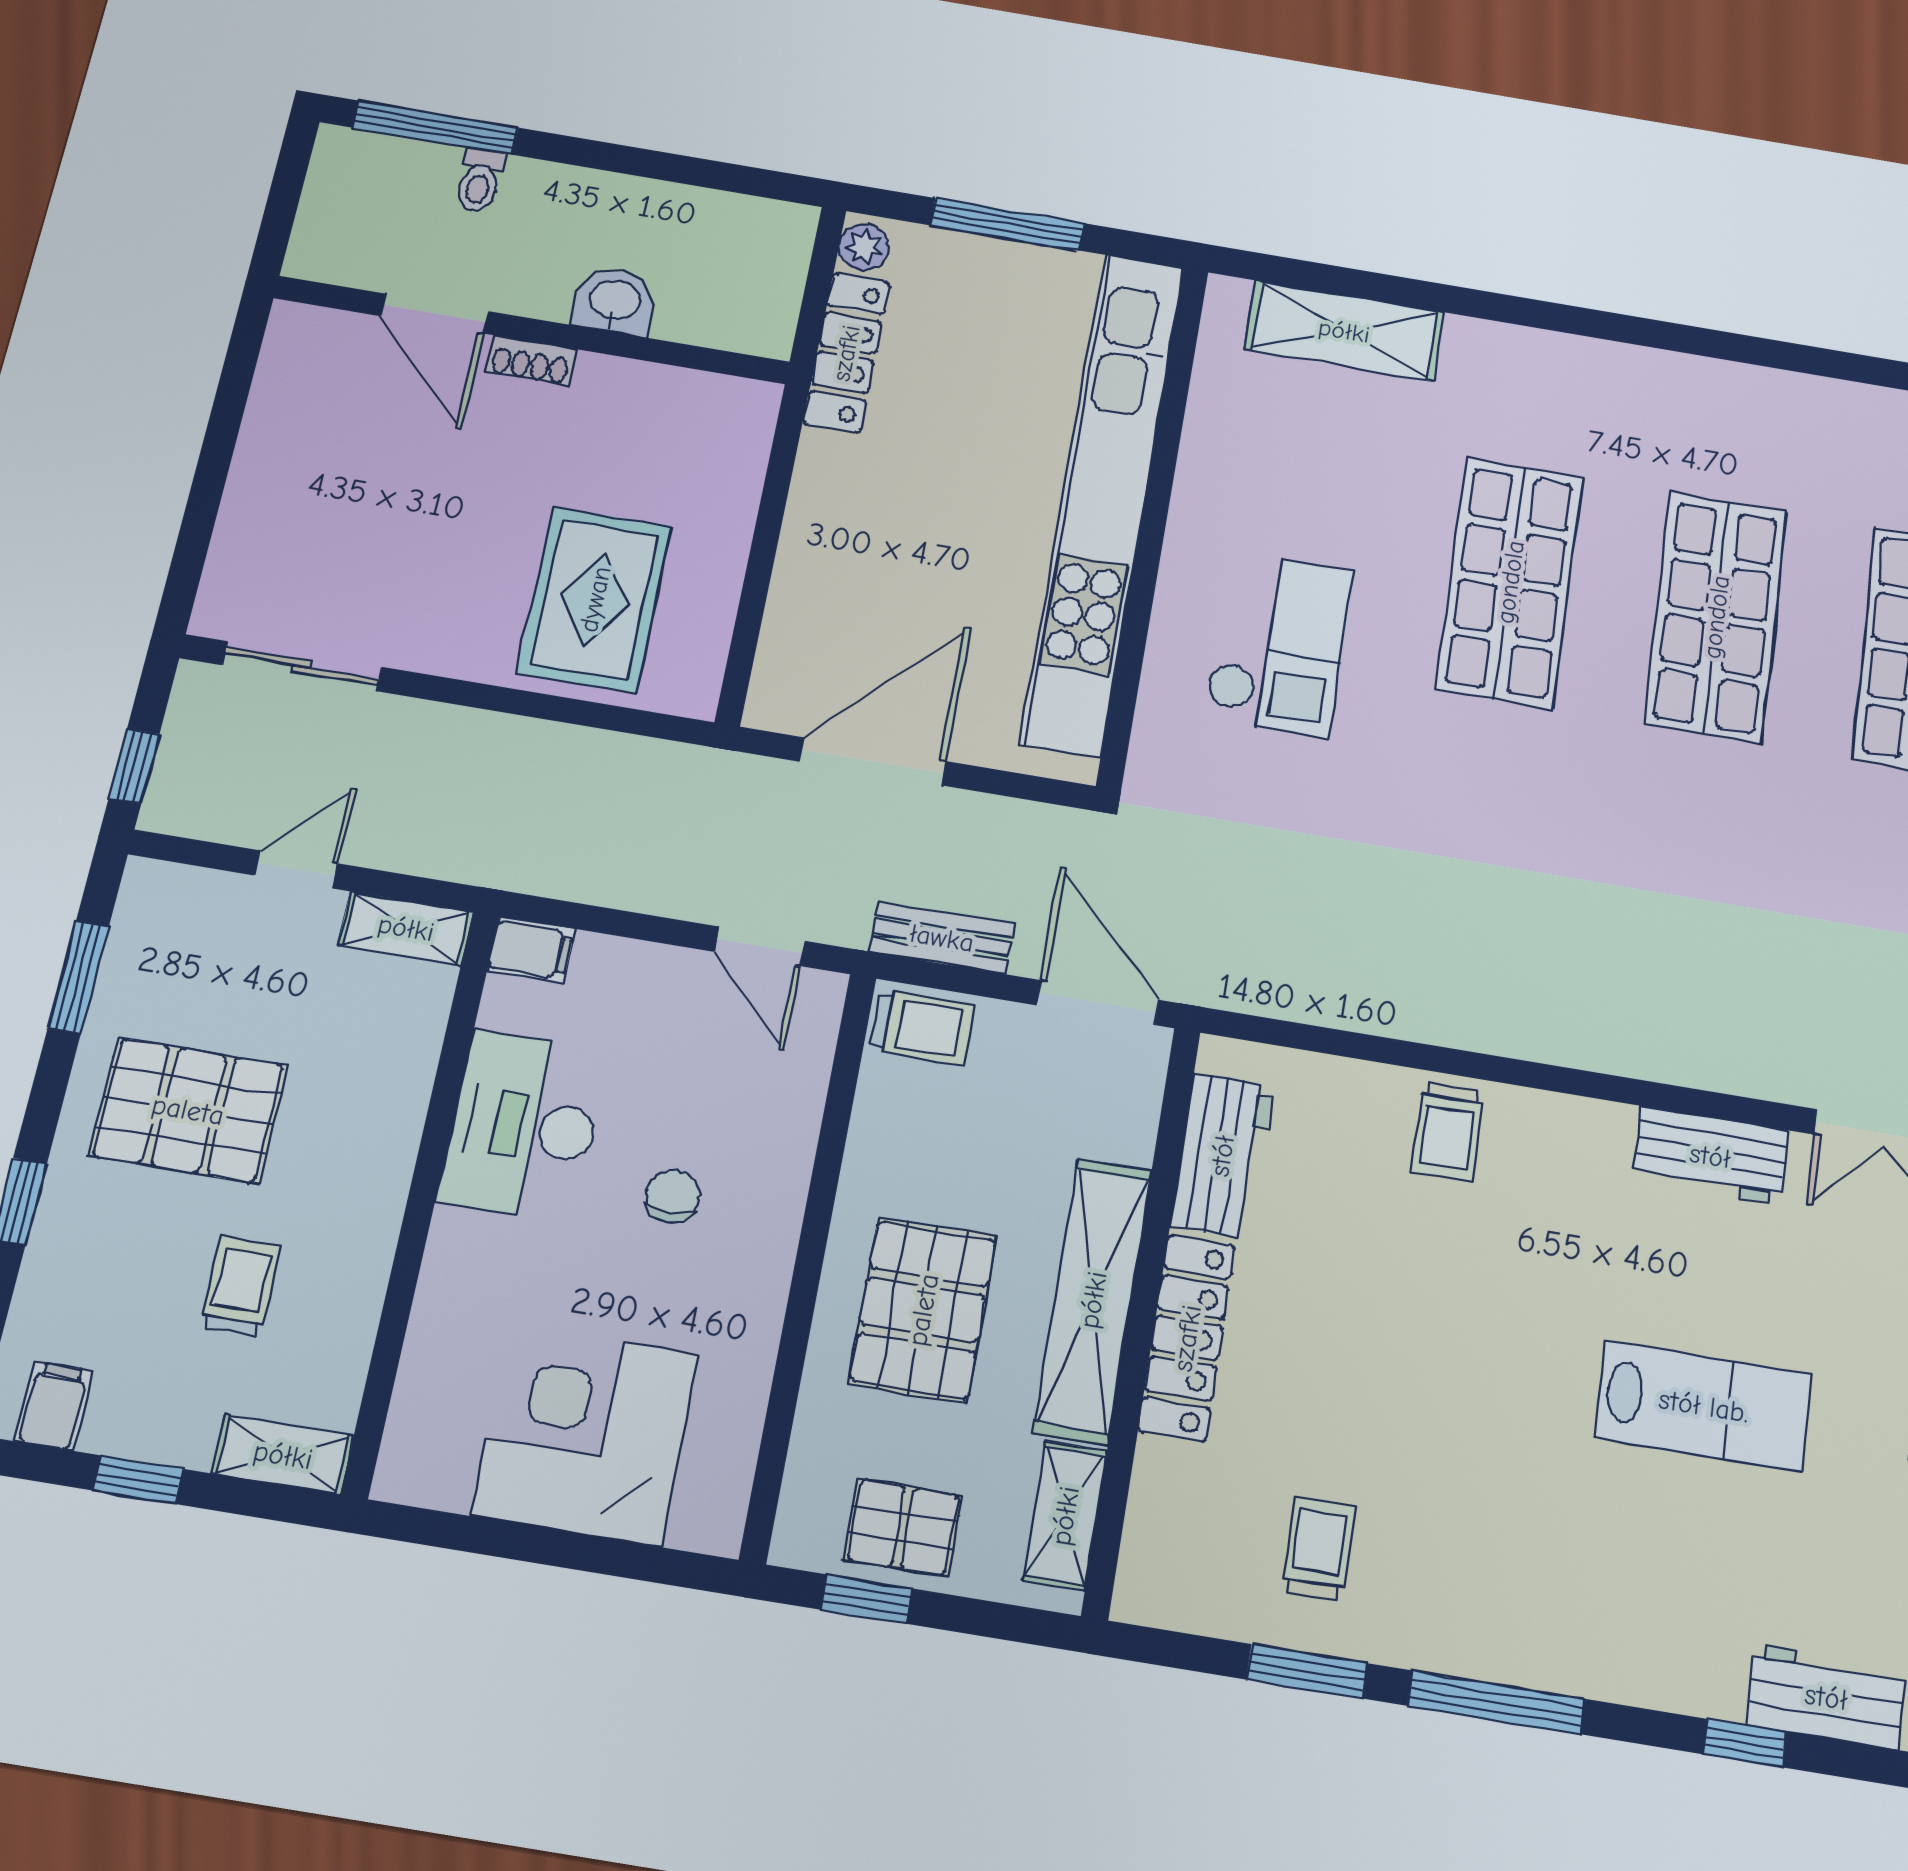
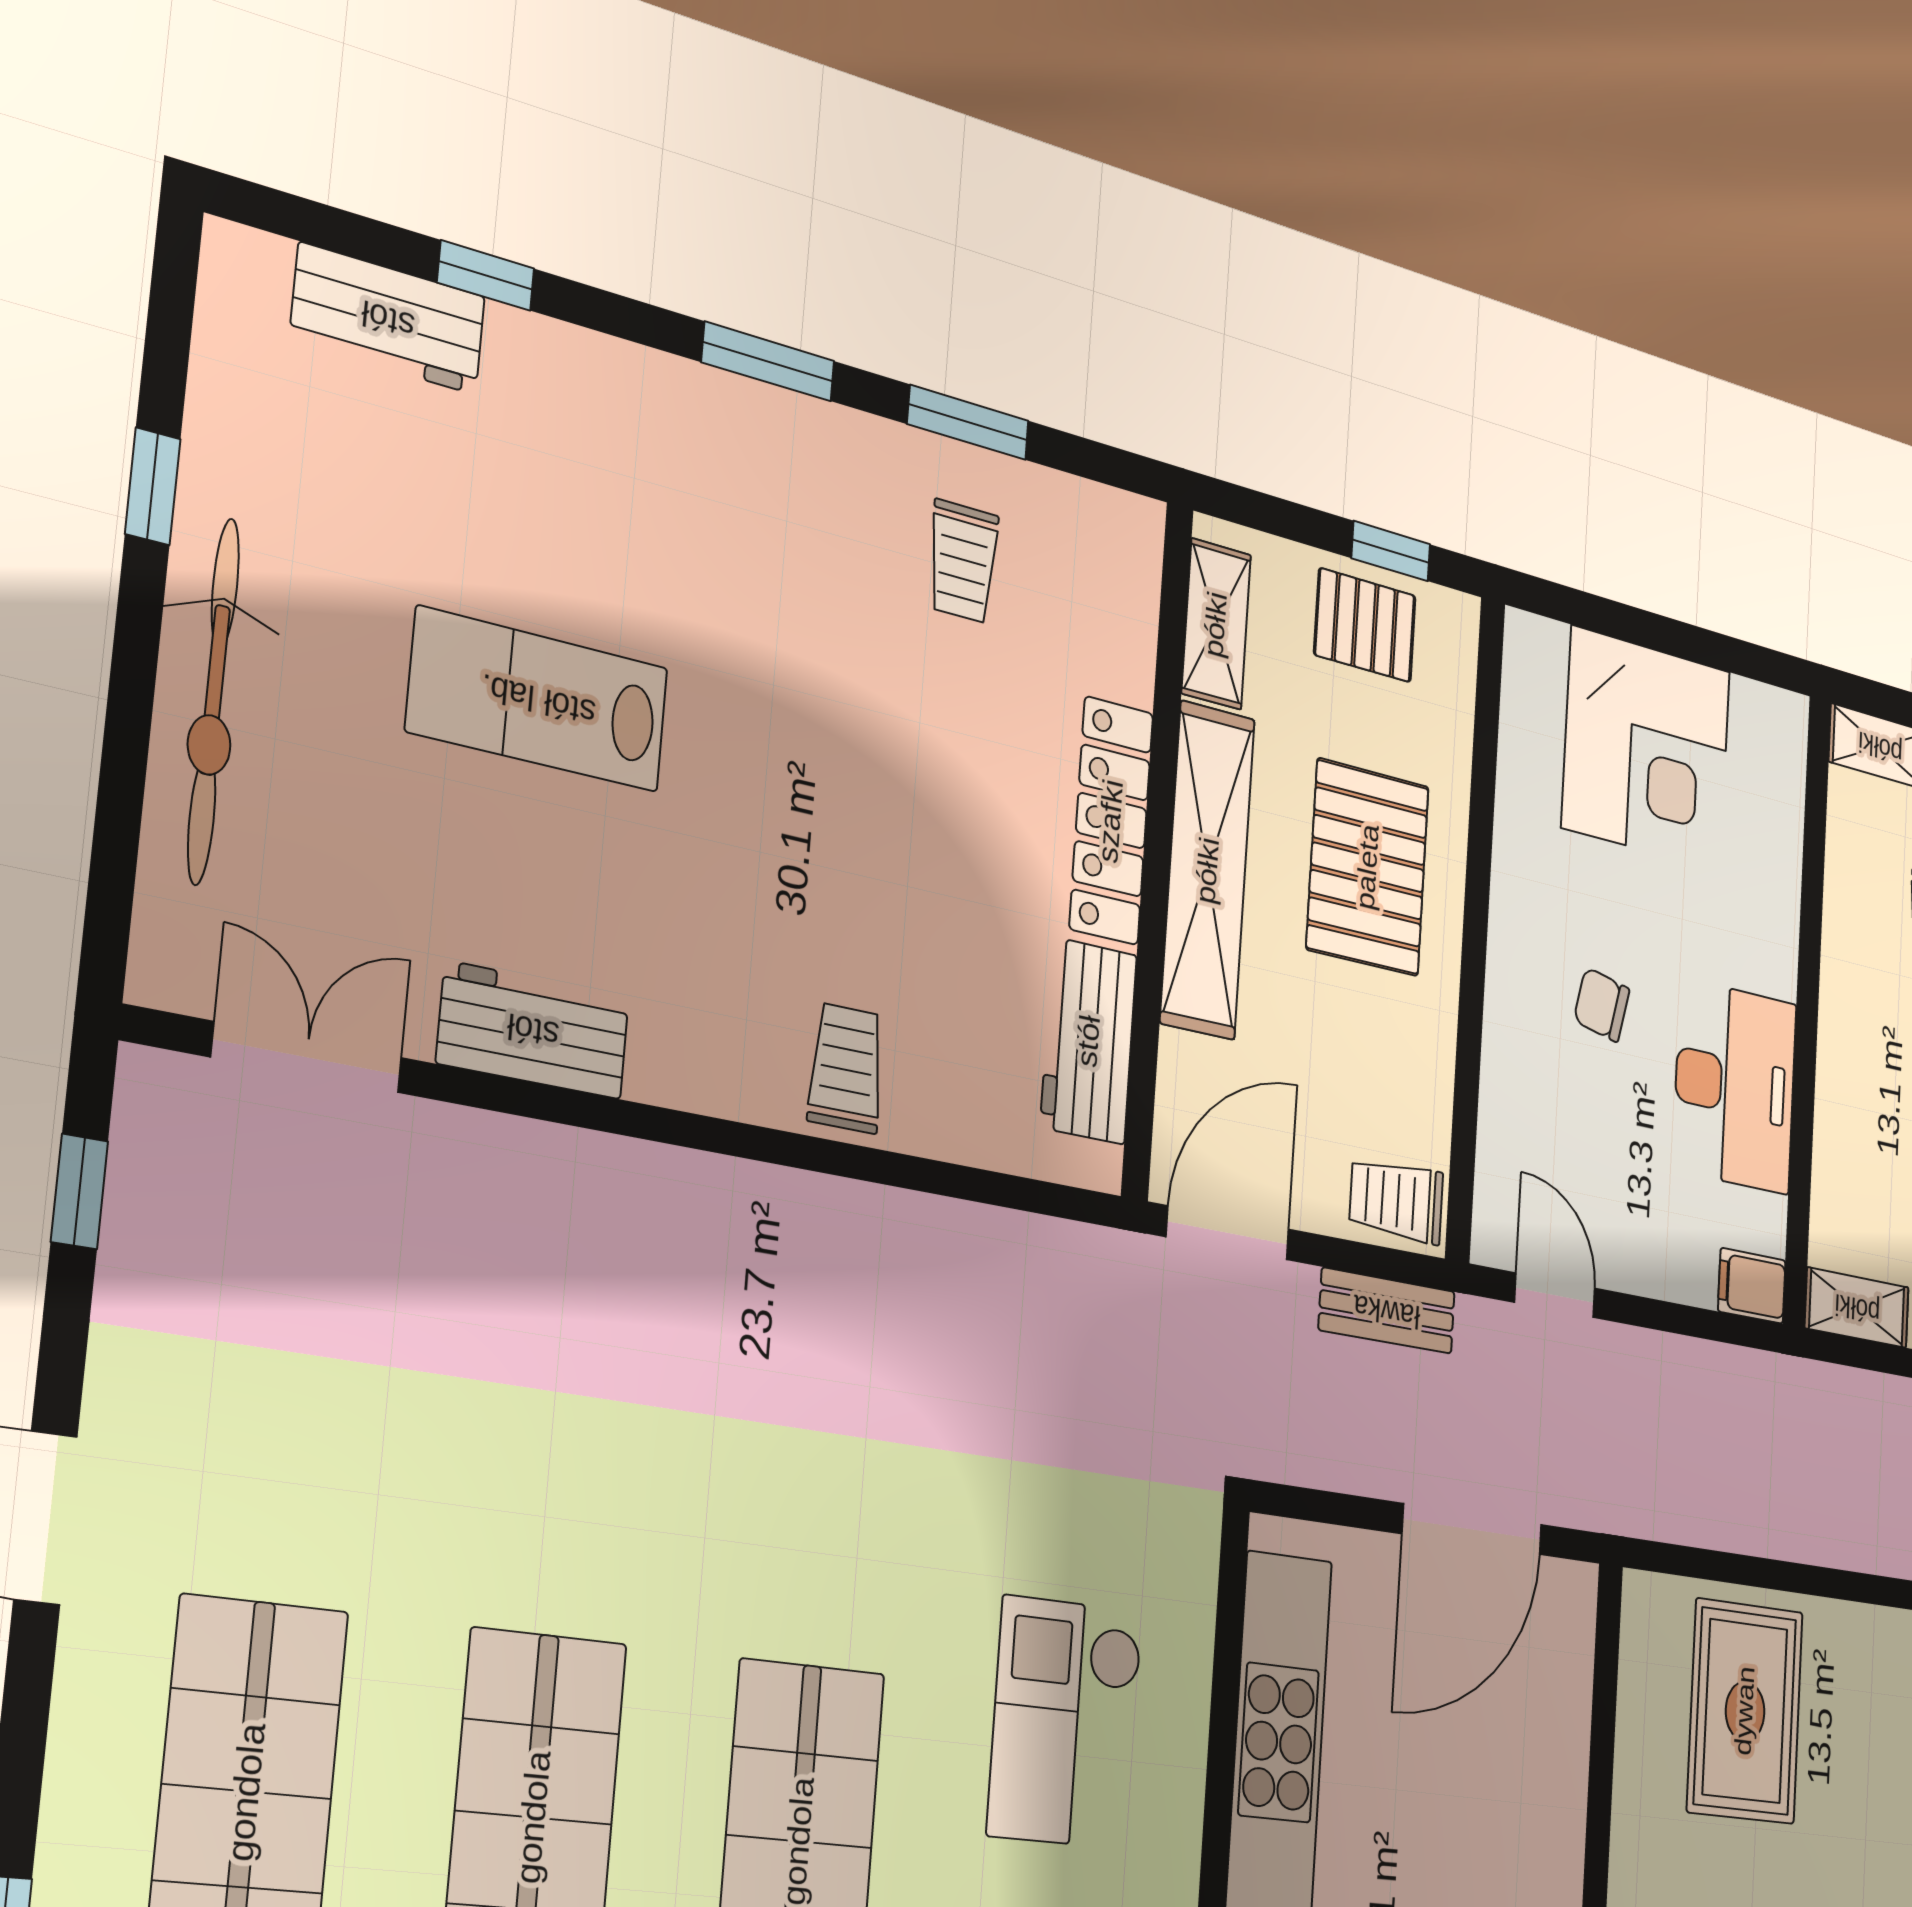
door: (1098, 1003) -> (1228, 1233), swing flipped
chair: (673, 1197) -> (1602, 1005), turned 102
window: (1496, 1702) -> (768, 362), width x0.69

